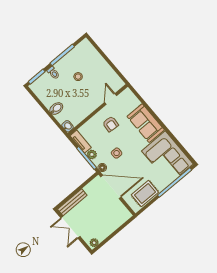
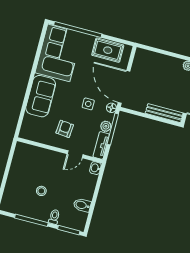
door: (111, 99) -> (75, 154), moved
bidet: (56, 109) -> (82, 205), moved

